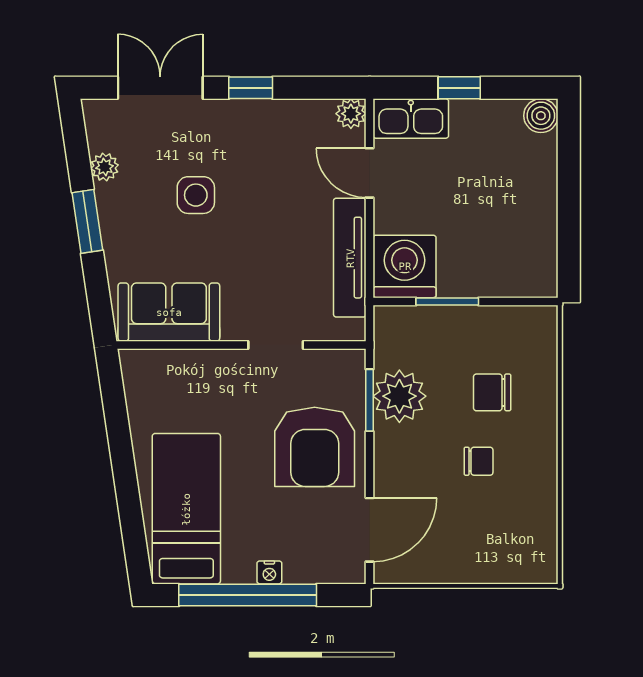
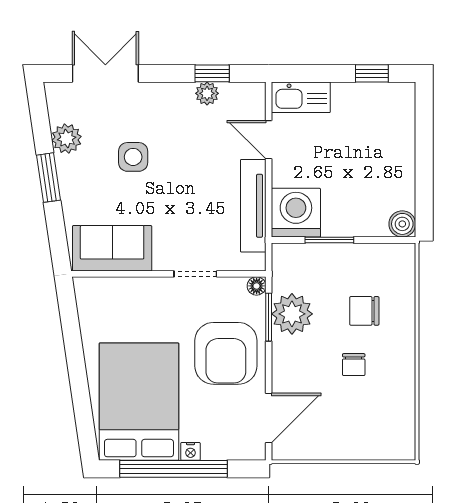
window: (251, 88) -> (212, 73), moved
window: (459, 88) -> (372, 73), moved
plant: (351, 114) -> (207, 93), moved
boiler: (541, 116) -> (402, 224), moved
plant: (105, 167) -> (67, 139), width x1.38, depth x1.38
floor lamp: (354, 360) -> (257, 286), added
chair: (479, 461) -> (354, 365), turned 90
bed: (186, 509) -> (139, 402), width x1.50

